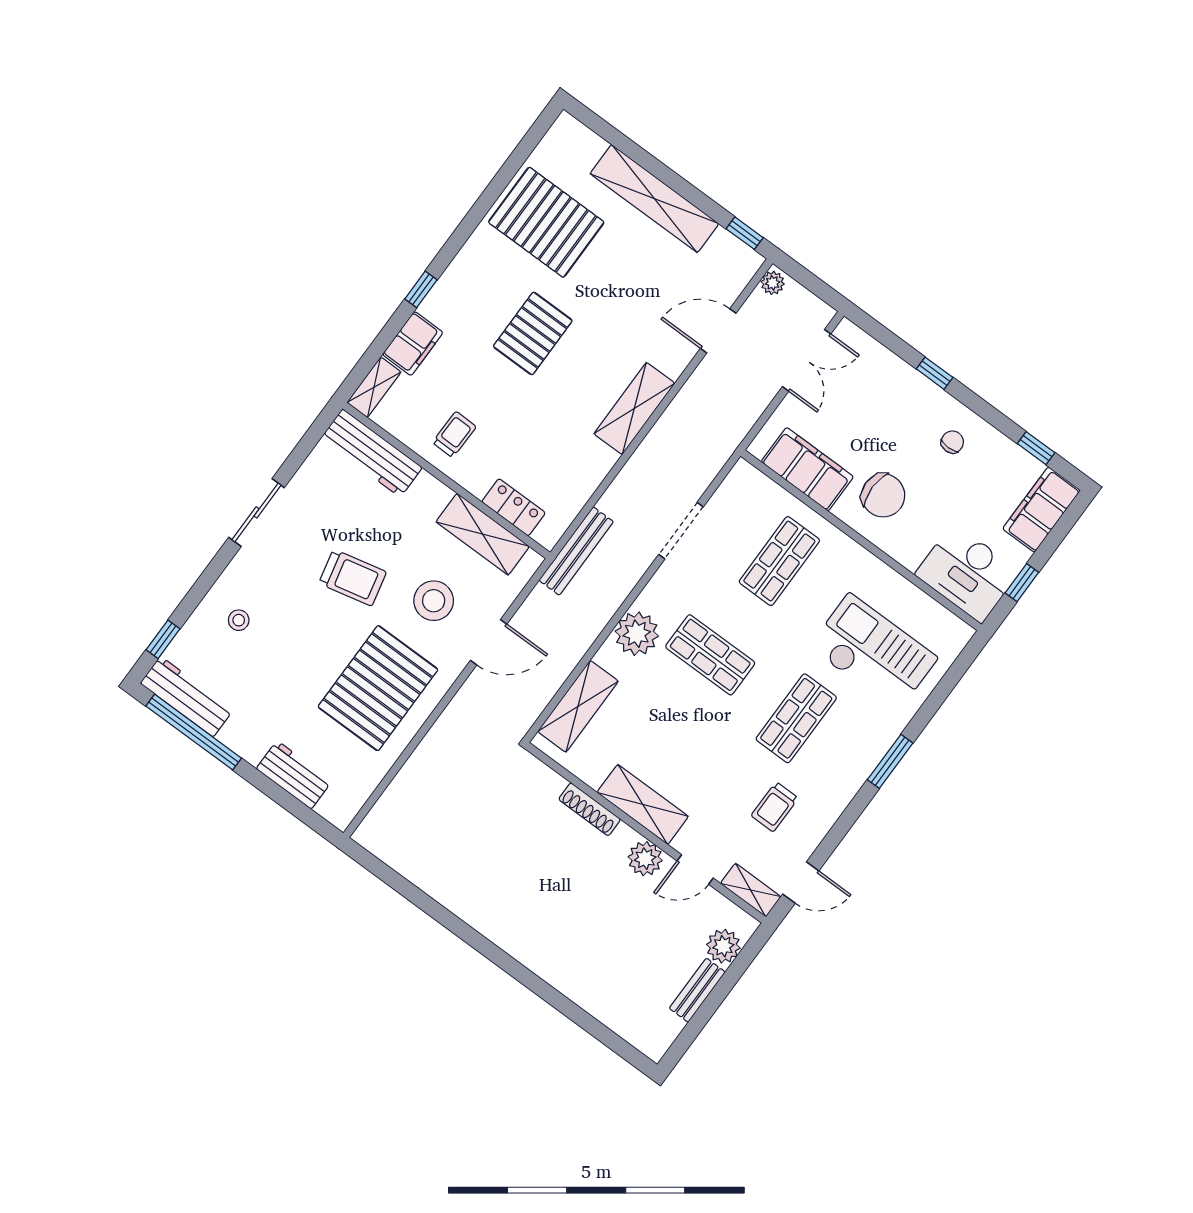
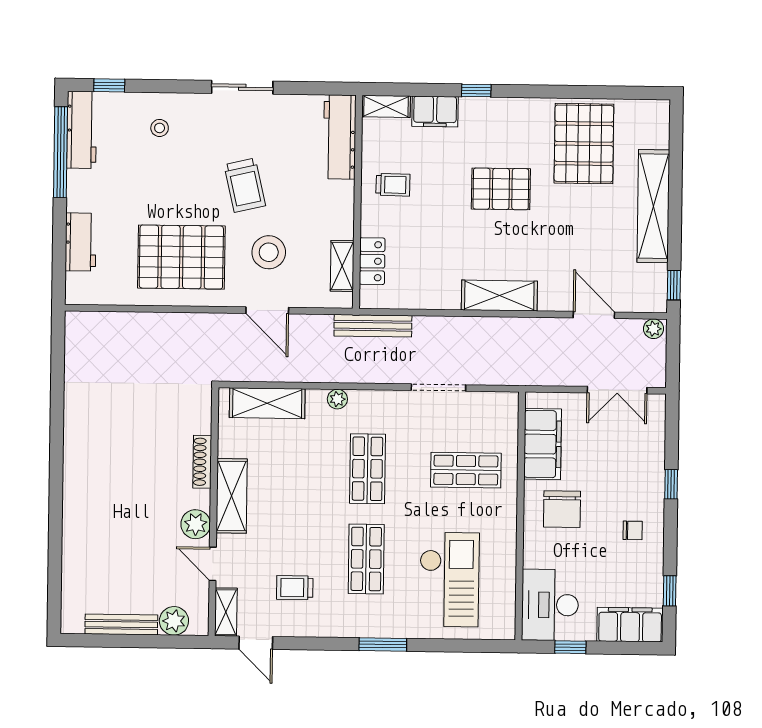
shelving: (483, 534) -> (342, 266), width x0.67, depth x0.75
plant: (637, 634) -> (337, 399), width x0.53, depth x0.53
shop shelf: (796, 718) -> (366, 559), turned 90
bench: (697, 990) -> (121, 625), width x1.36

